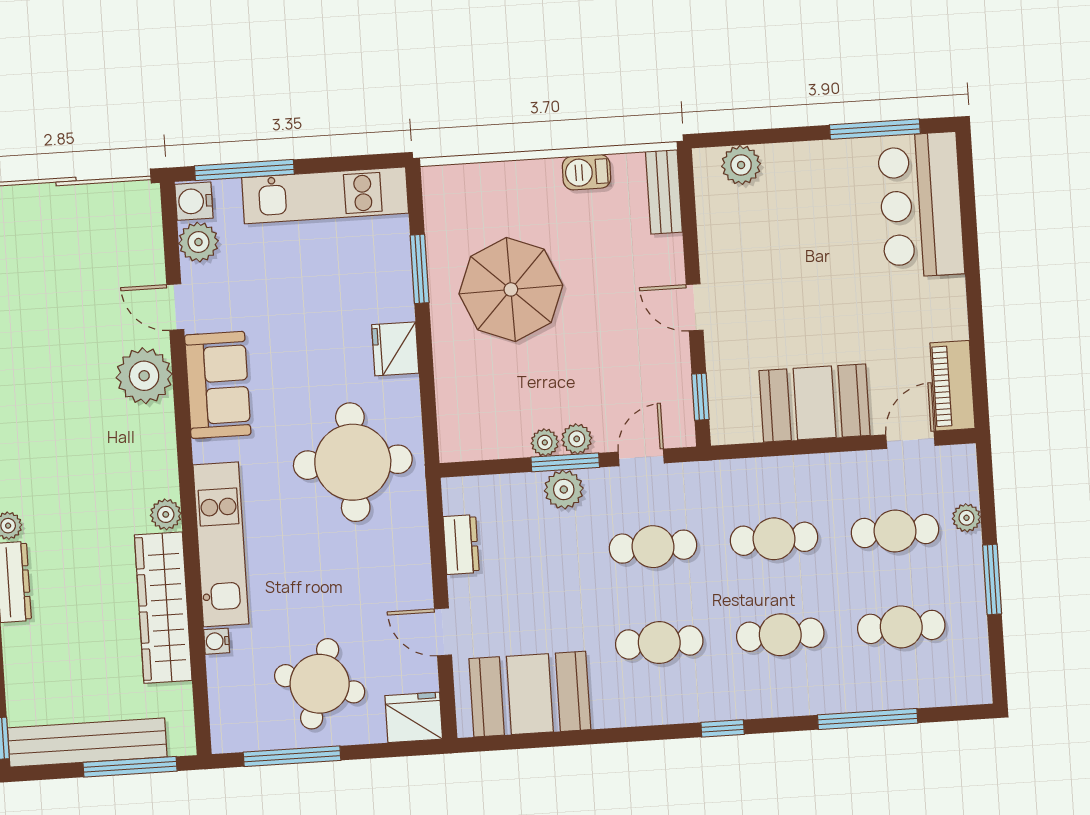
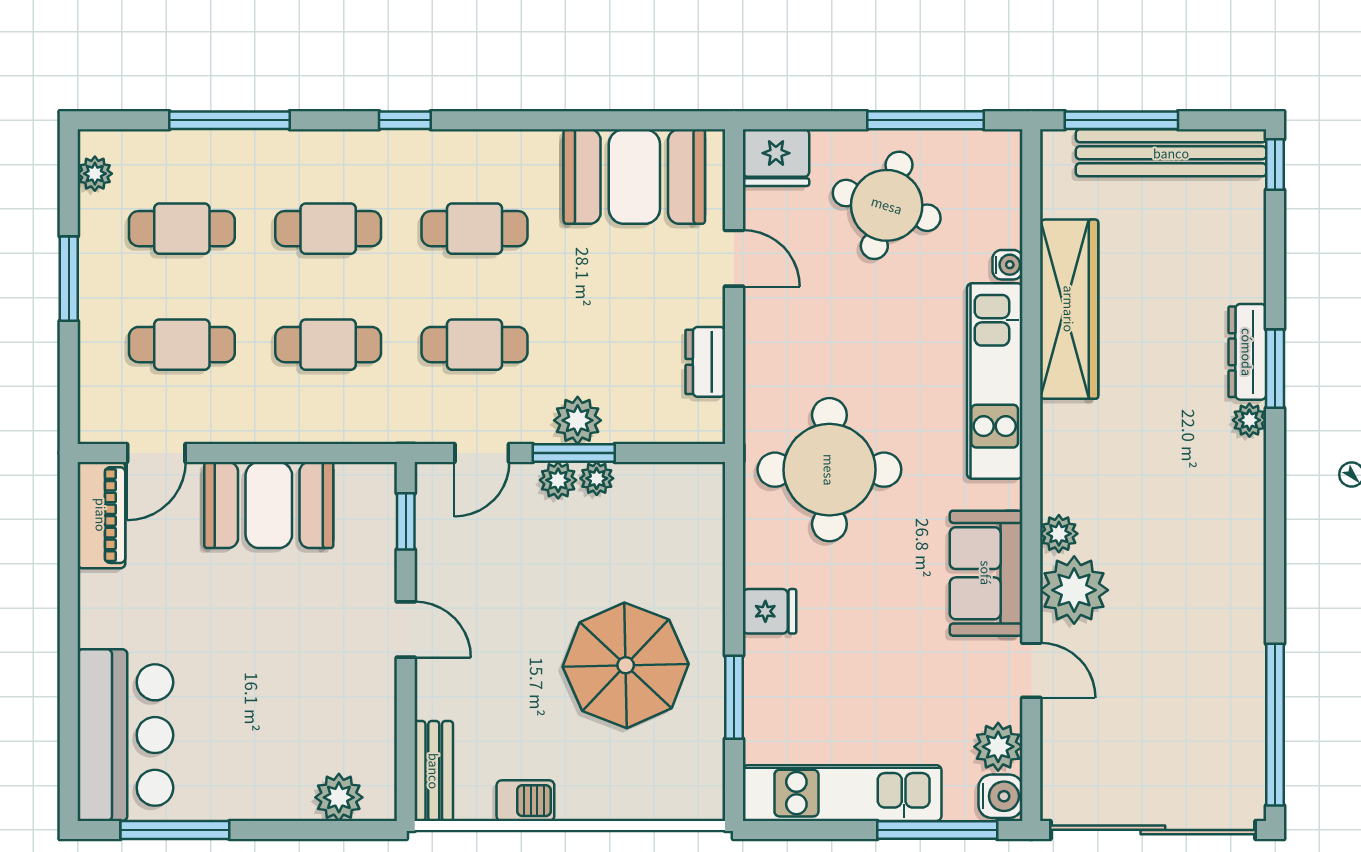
fridge: (395, 349) -> (770, 611), width x0.72
plant: (166, 514) -> (1059, 534), moved
plant: (966, 518) -> (95, 174), moved

